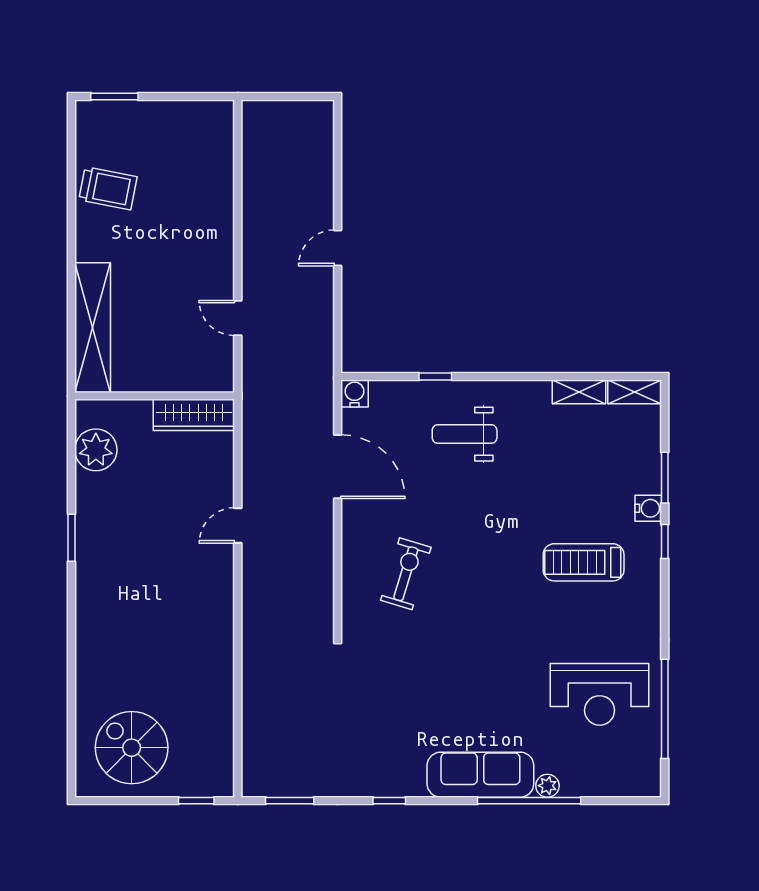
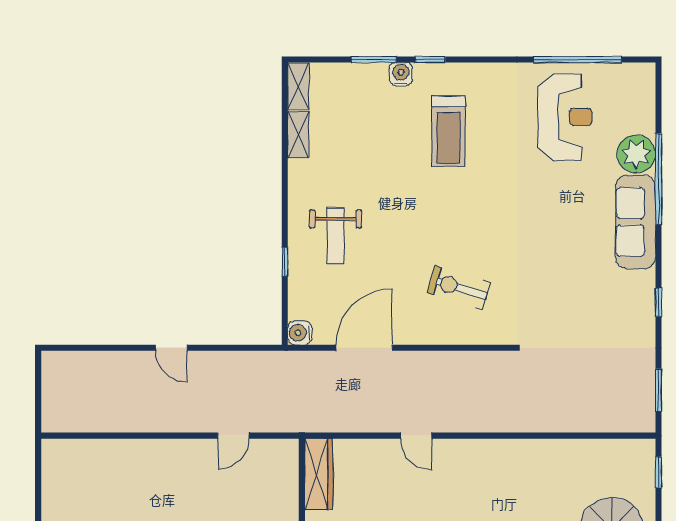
plant: (547, 786) -> (636, 154), width x1.88, depth x1.88

